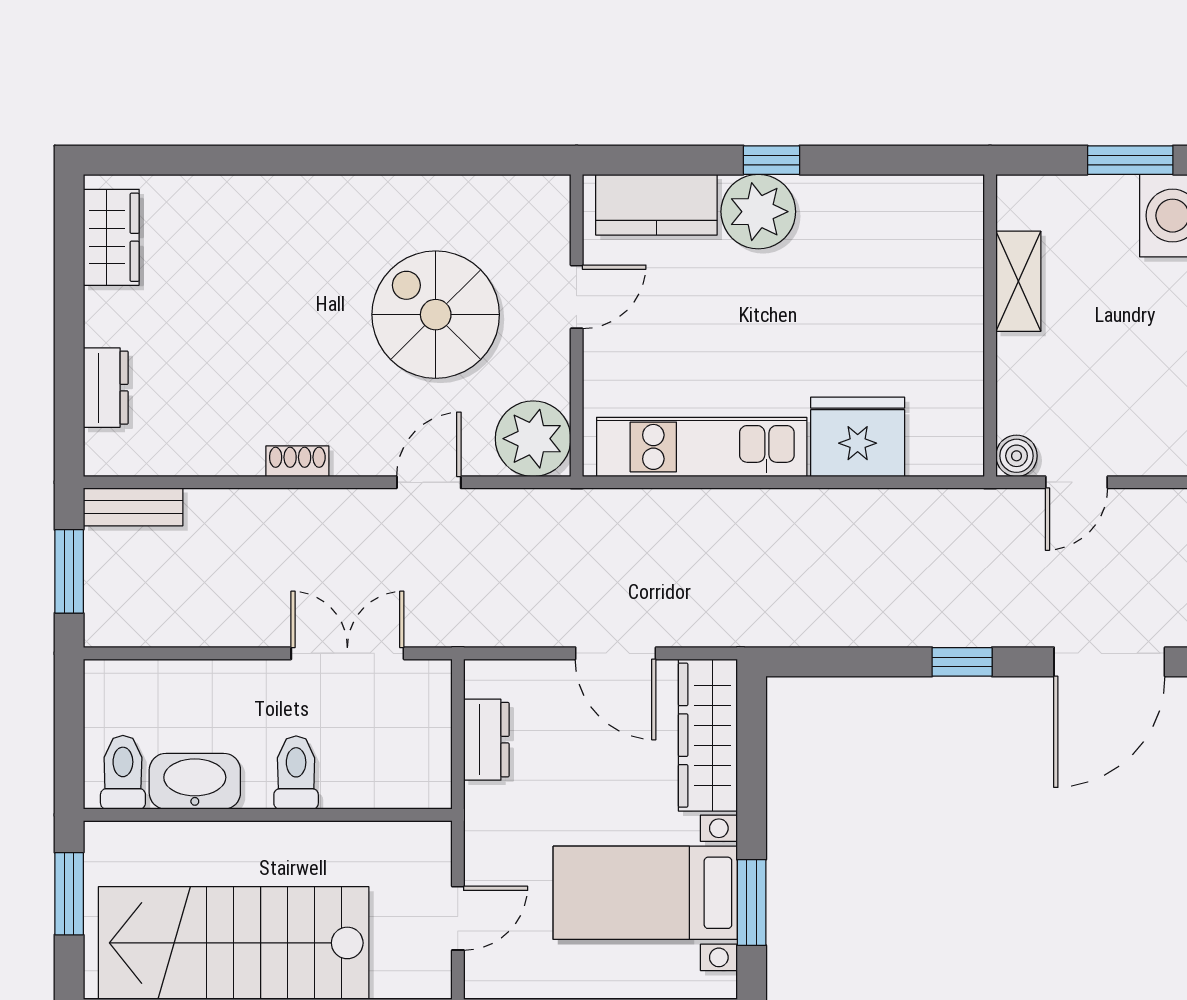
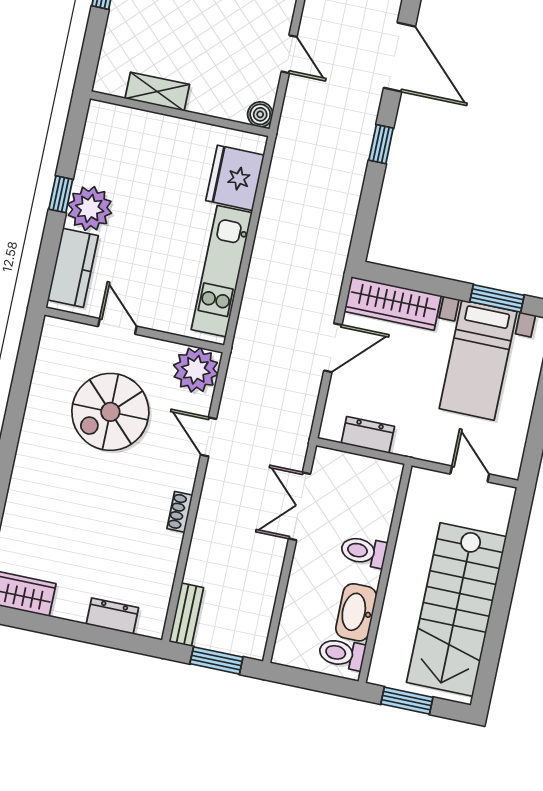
shelving: (1018, 281) -> (157, 92), moved
wall: (990, 325) -> (180, 114), moved
boiler: (1017, 456) -> (260, 114), moved

